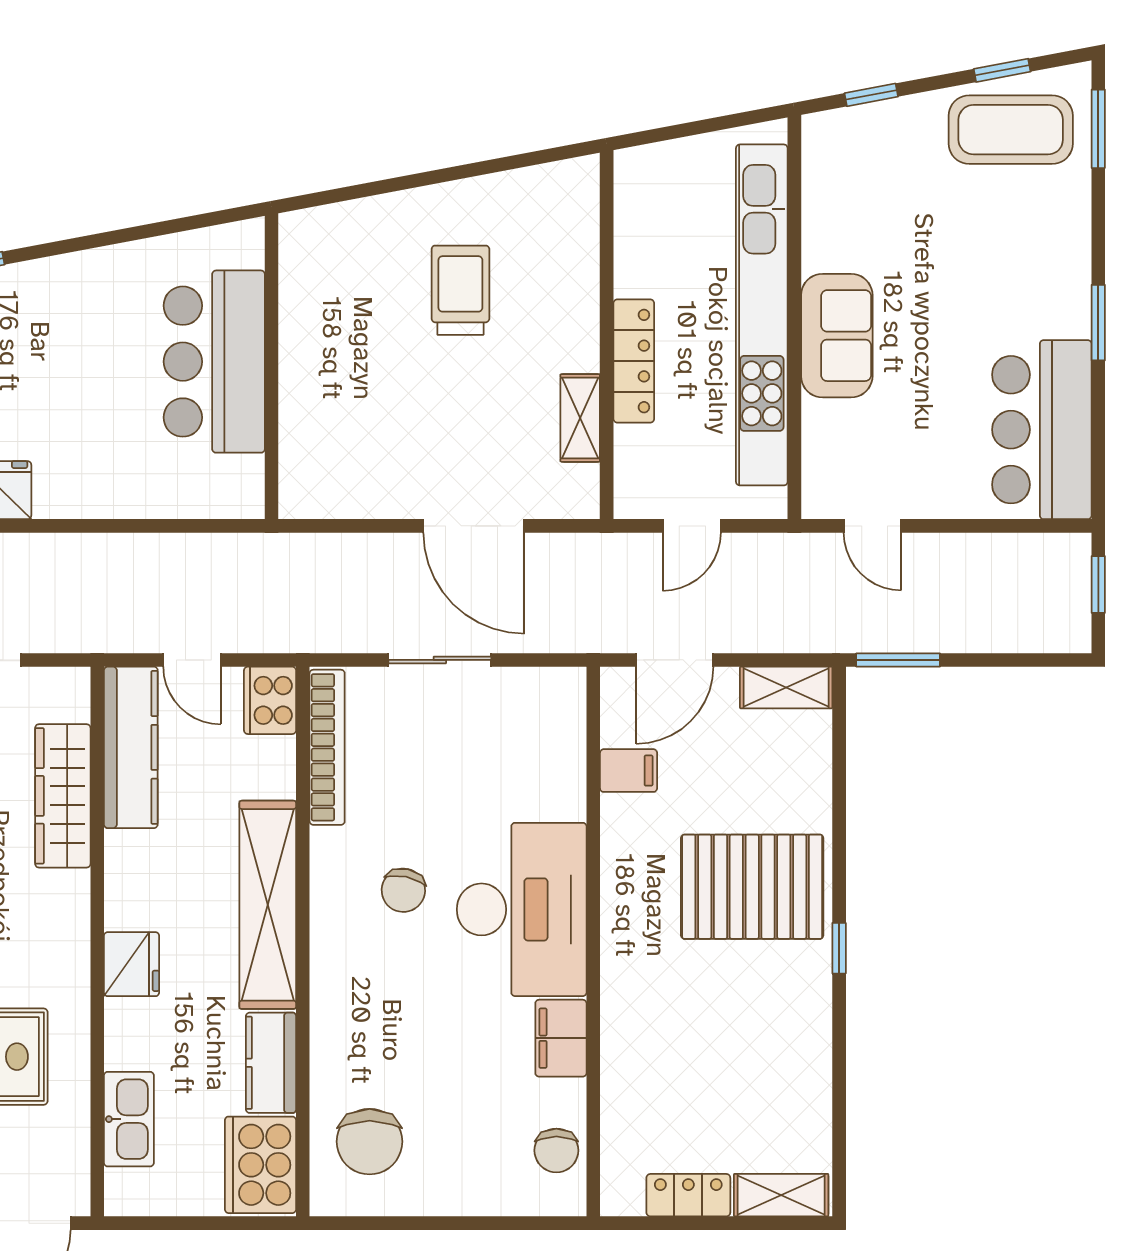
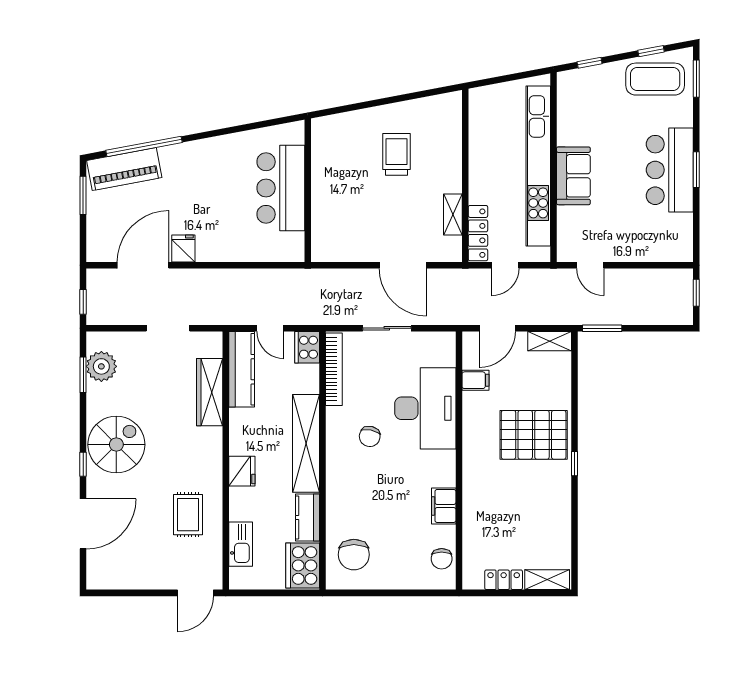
locker: (634, 361) -> (478, 233), moved
bar counter: (1042, 430) -> (670, 170), moved
desk: (522, 909) -> (425, 408), moved

